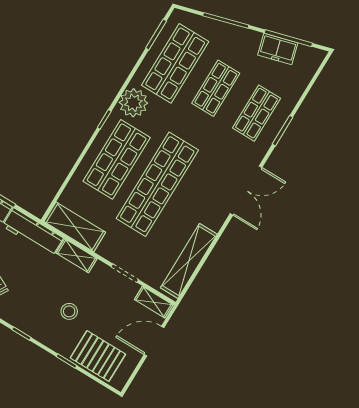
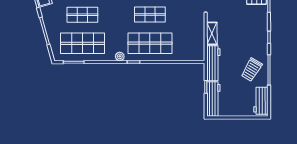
plant: (133, 103) -> (120, 56), width x0.53, depth x0.53
shop shelf: (157, 184) -> (150, 15), width x0.50, depth x0.74
shelving: (75, 227) -> (198, 43), removed
stool: (69, 311) -> (243, 20), removed

